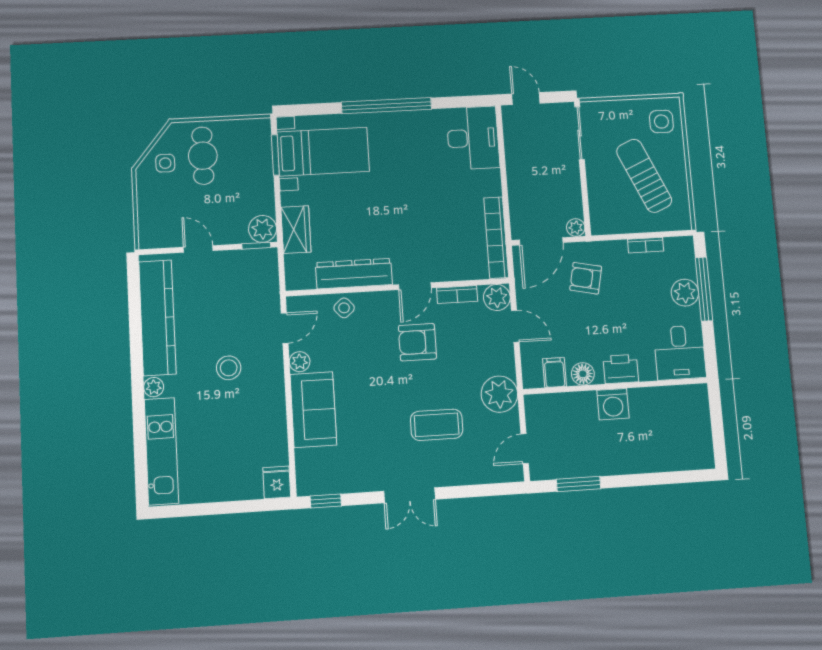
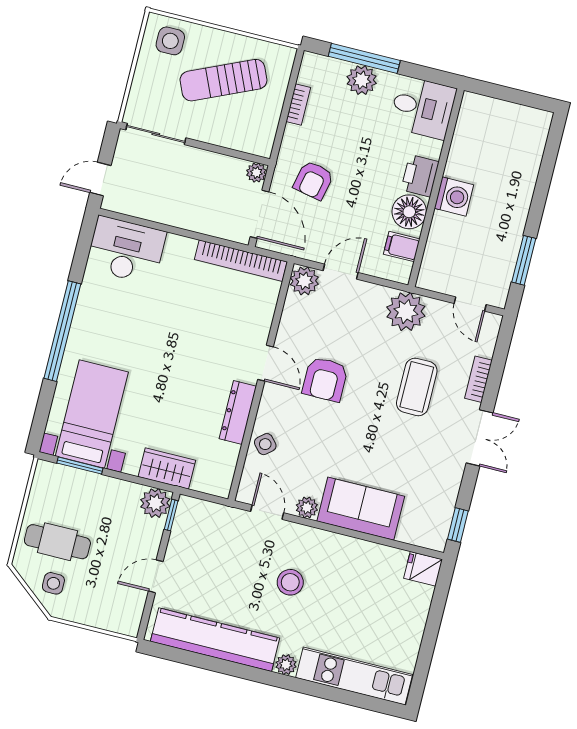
dresser: (354, 274) -> (238, 412), width x0.73, depth x0.80
bookcase: (457, 295) -> (478, 379), moved, turned 180
floor lamp: (583, 374) -> (409, 212), width x1.38, depth x1.38

